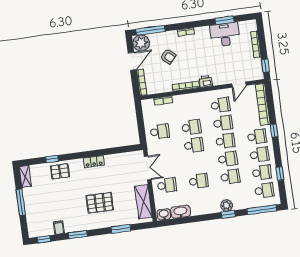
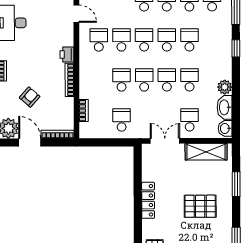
locker: (94, 162) -> (148, 200), width x1.53
school desk: (196, 163) -> (167, 80), added
pallet: (100, 203) -> (200, 206), turned 90
plant: (227, 206) -> (225, 87), moved

